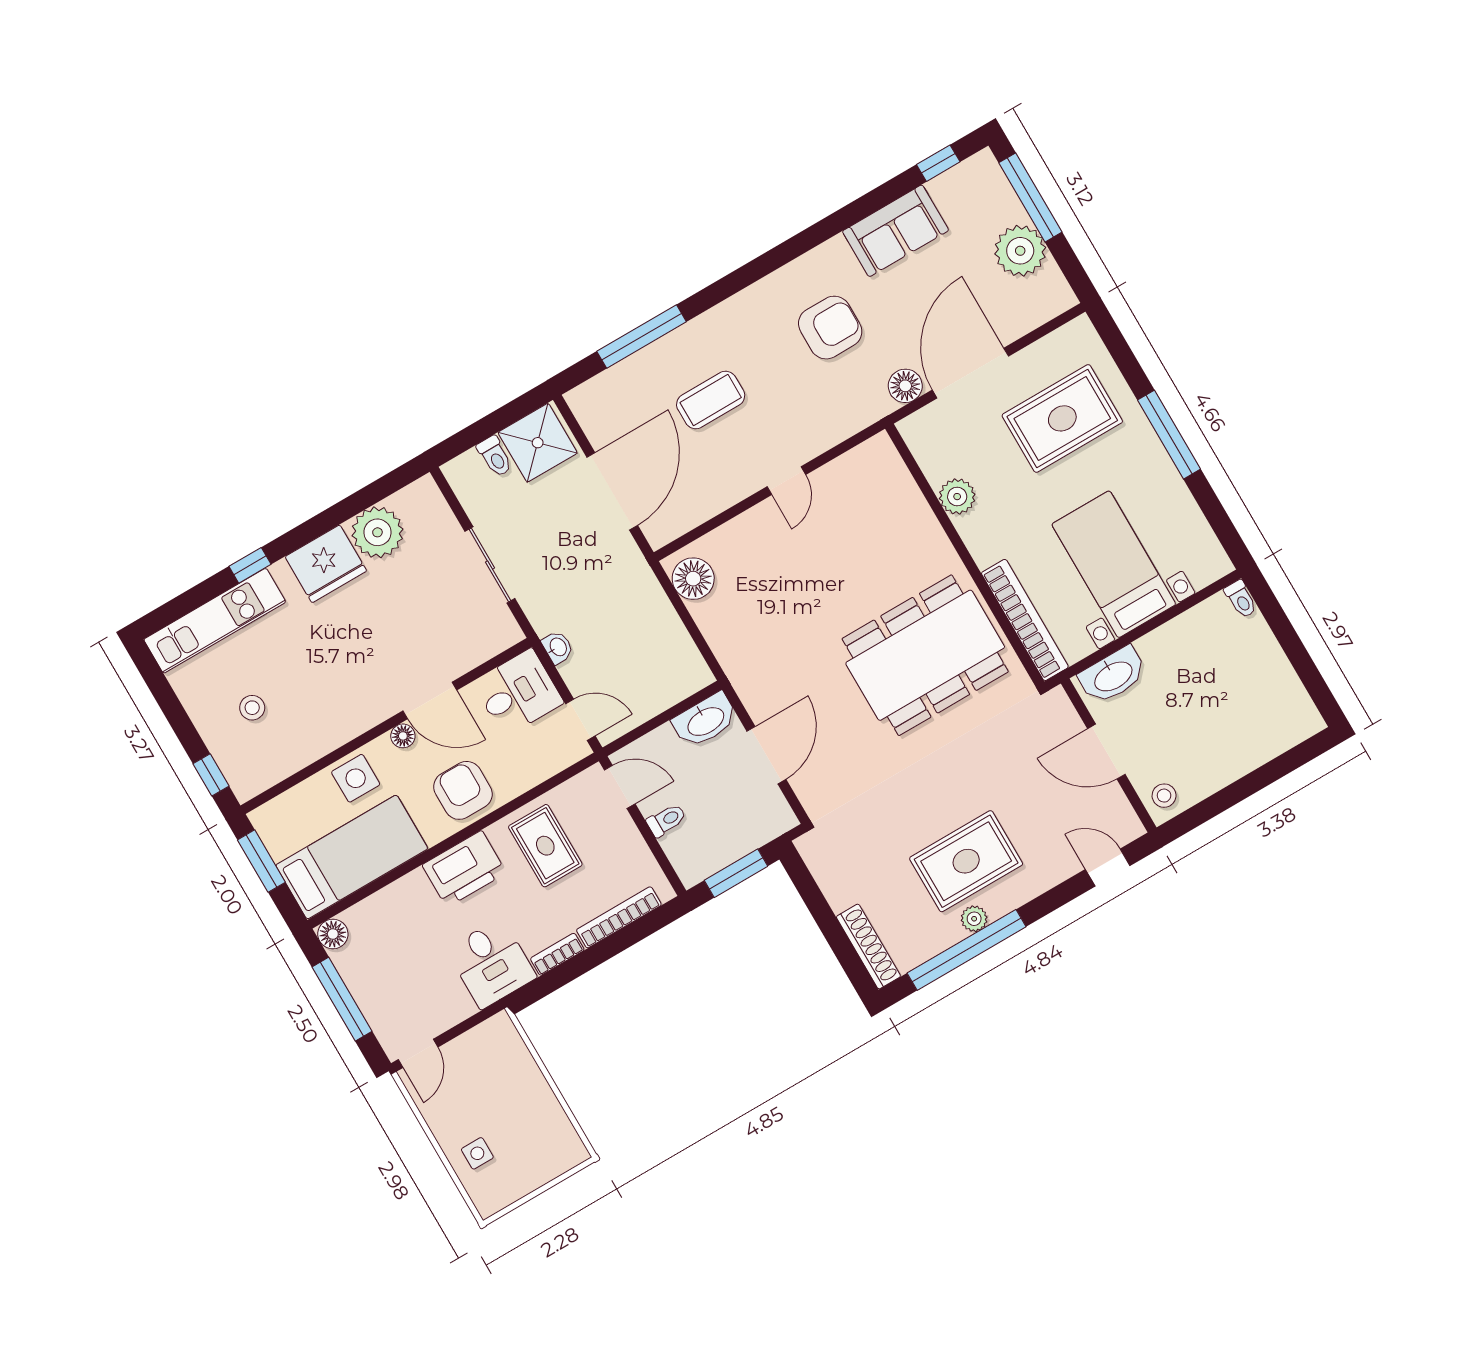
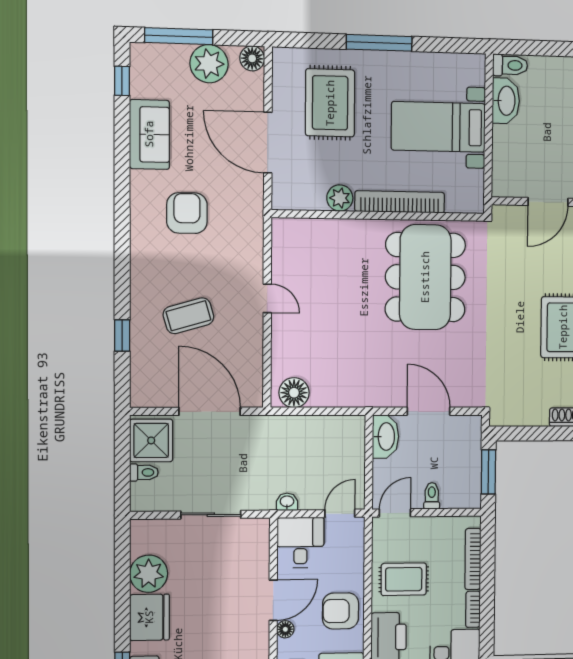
window: (642, 337) -> (122, 336), width x0.46
floor lamp: (905, 386) -> (252, 58), moved
coffee table: (711, 400) -> (188, 316), turned 74
toilet: (1241, 599) -> (510, 65), width x1.37, depth x1.39
bookcase: (1025, 620) -> (400, 202), moved
washbasin: (1113, 675) -> (506, 101), moved

